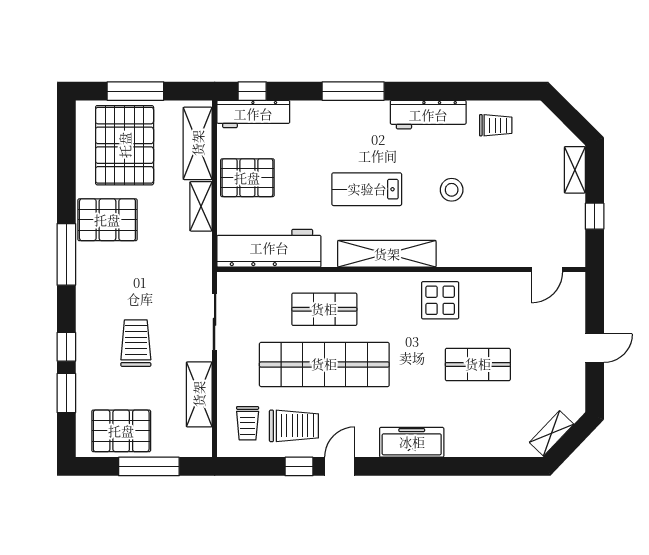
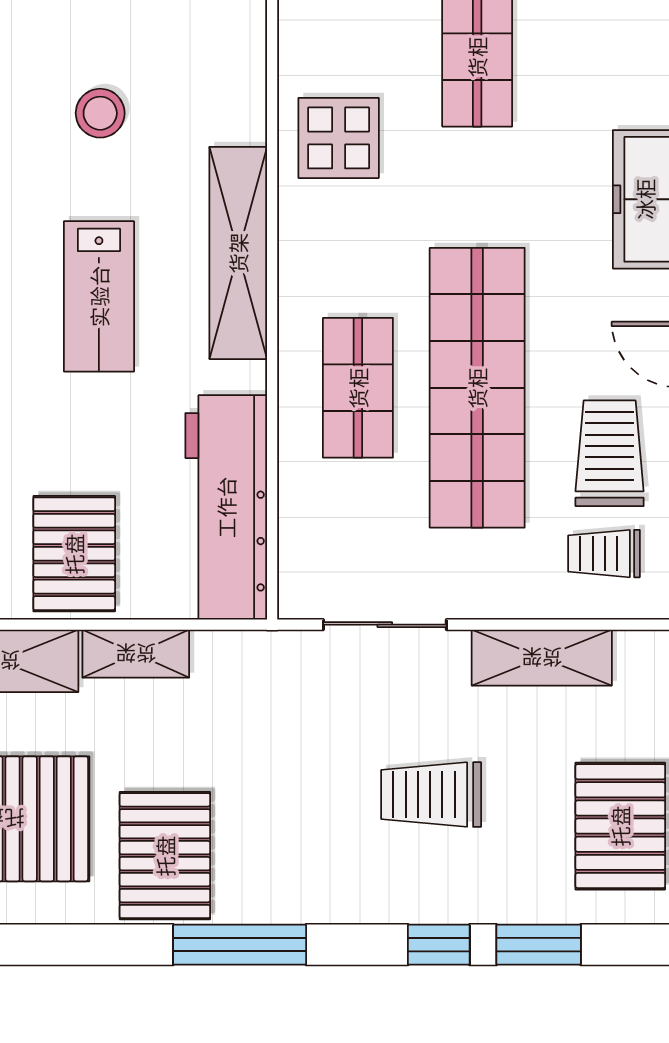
trolley: (248, 423) -> (604, 554), turned 180

